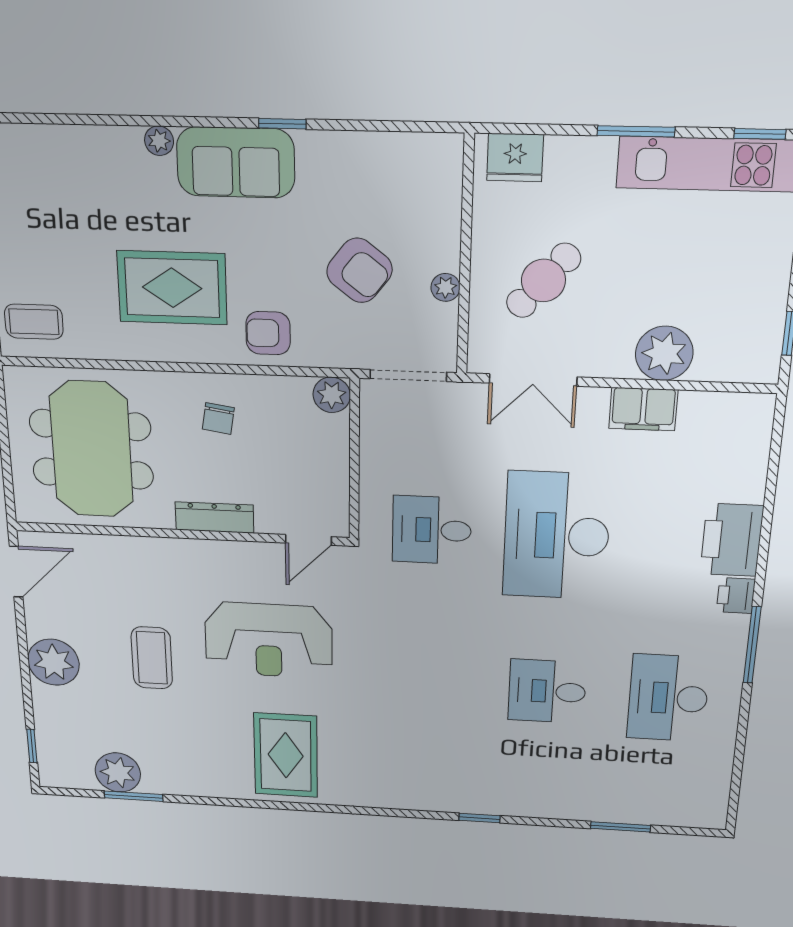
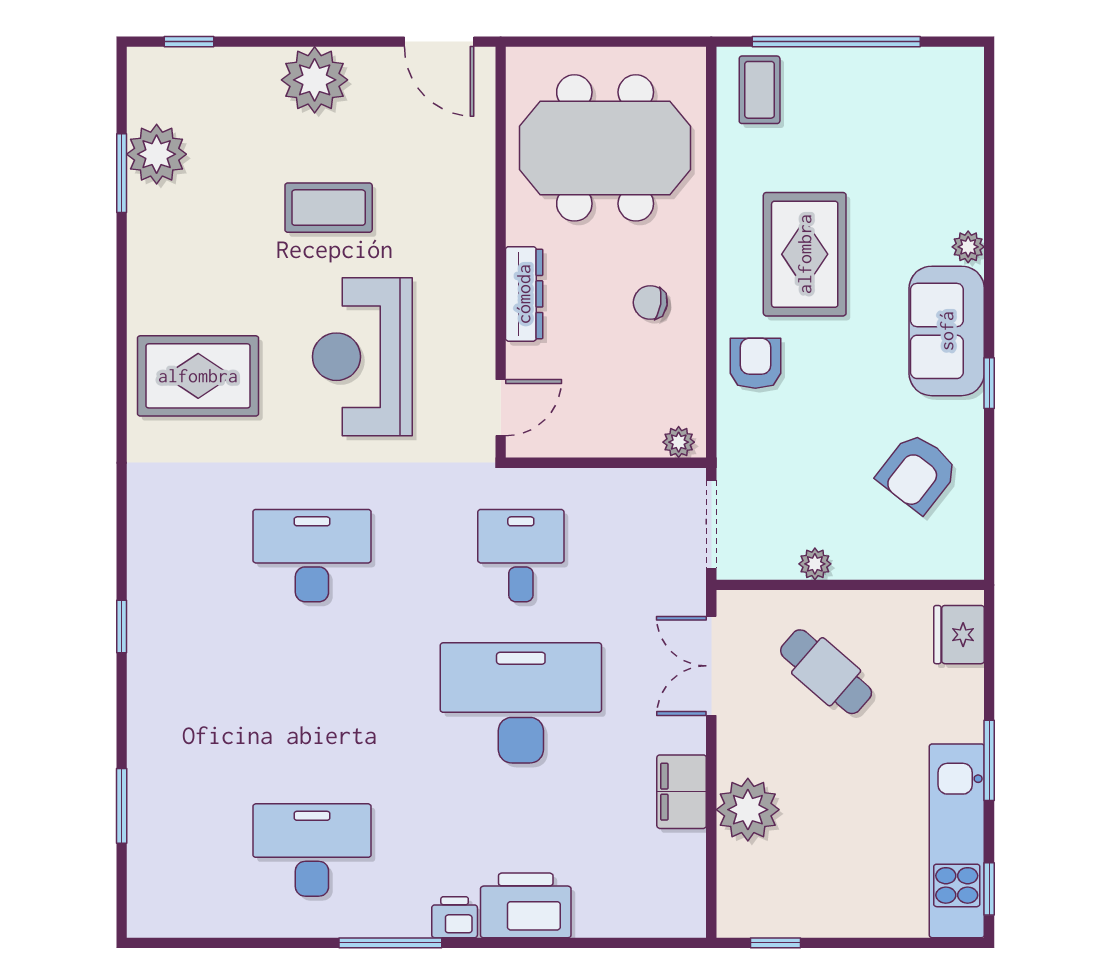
armchair: (359, 270) -> (918, 473), moved
plant: (332, 395) -> (679, 442), width x0.73, depth x0.73
door: (308, 540) -> (501, 408), swing flipped
desk: (547, 691) -> (312, 556), moved, width x1.37

